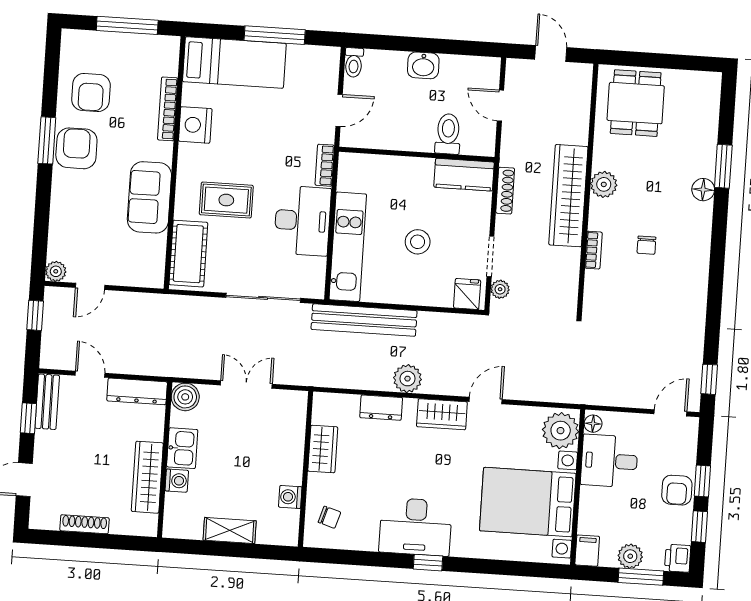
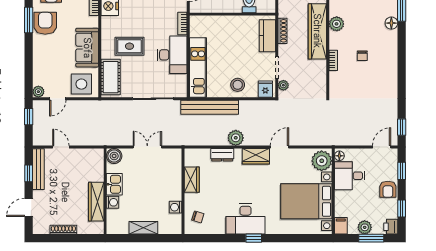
kitchen counter: (464, 175) -> (267, 36), moved, turned 90
stool: (418, 242) -> (238, 85), moved
side table: (135, 263) -> (81, 84), added
dresser: (137, 391) -> (87, 155), removed
bench: (47, 402) -> (38, 169), width x1.36
window: (702, 481) -> (402, 171), moved

